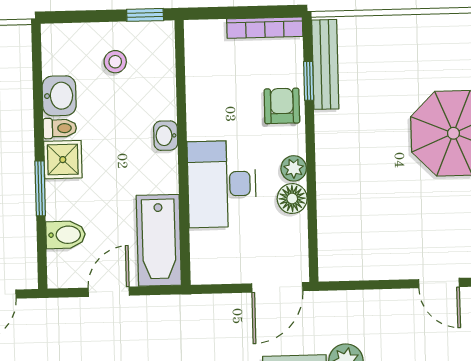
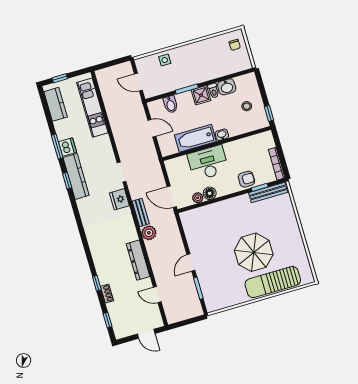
plant: (294, 168) -> (198, 198), moved
bathtub: (159, 240) -> (195, 138), moved

